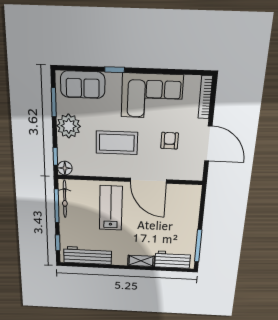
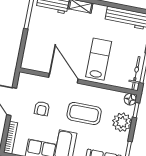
plant: (69, 126) -> (122, 122), moved
lab bench: (111, 208) -> (99, 59), turned 180

